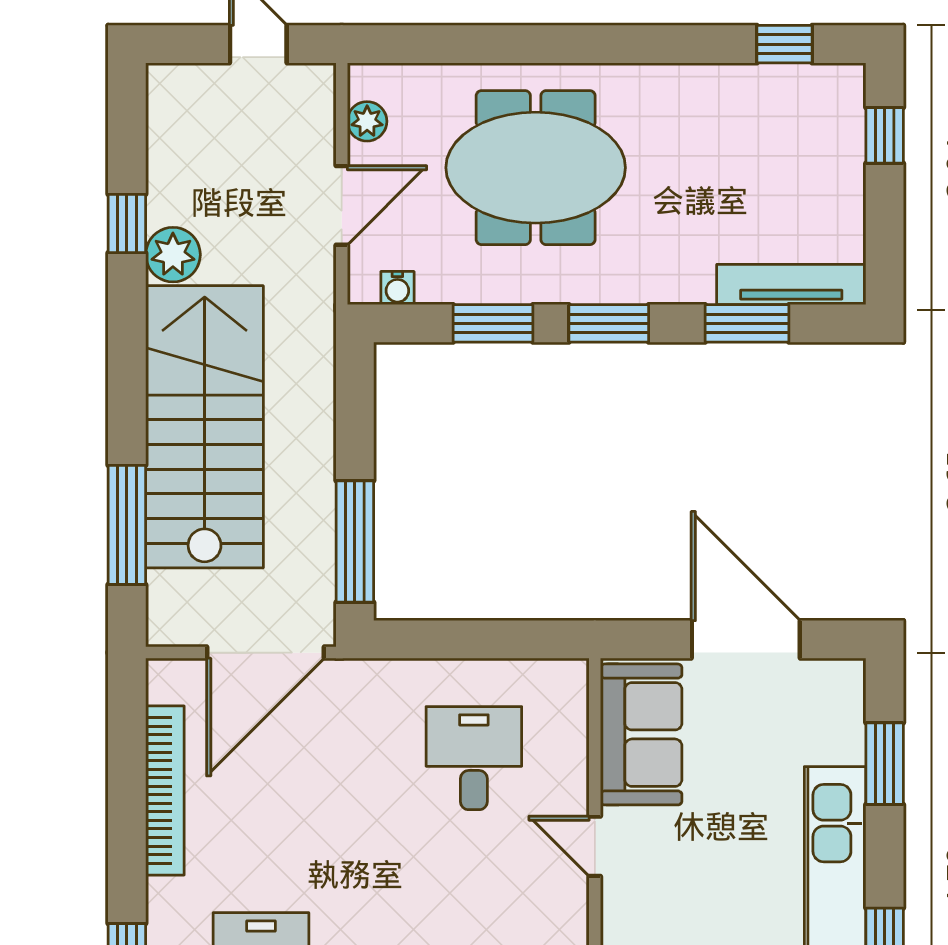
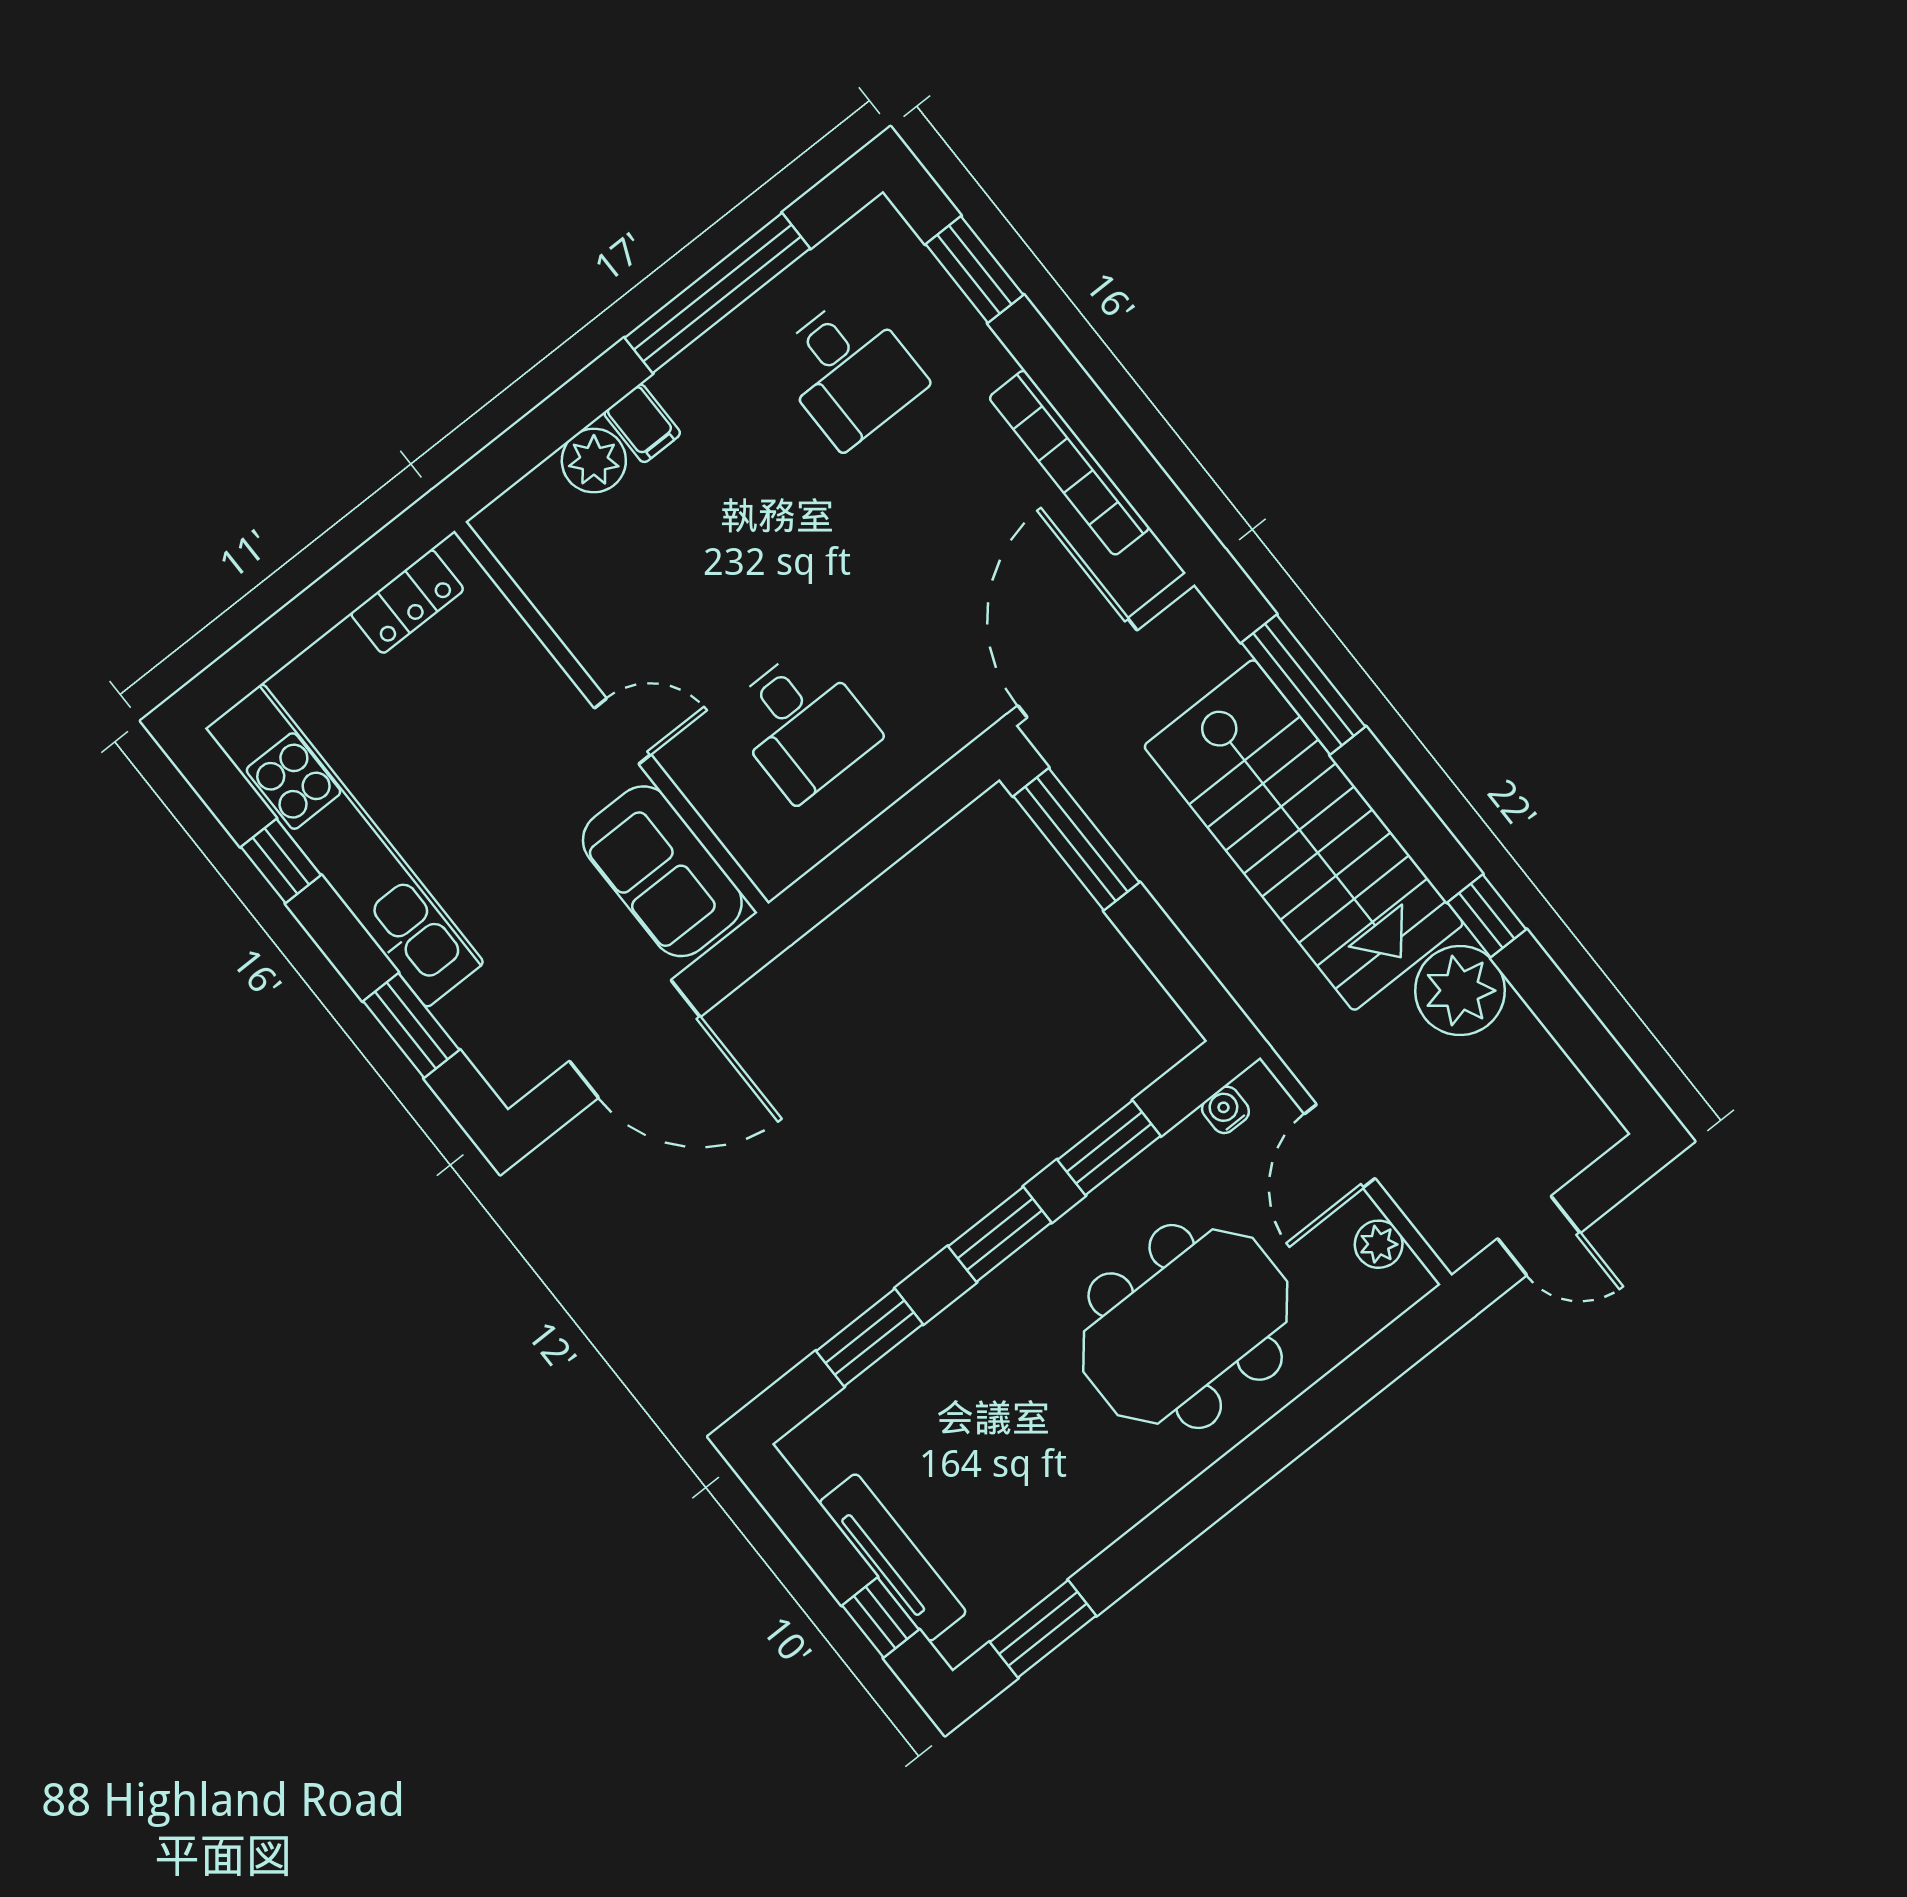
window: (784, 44) -> (1043, 1629), width x1.50
window: (127, 223) -> (1487, 916), moved
plant: (173, 255) -> (1460, 990), width x1.36, depth x1.36
tv unit: (791, 284) -> (893, 1557), moved, turned -90

